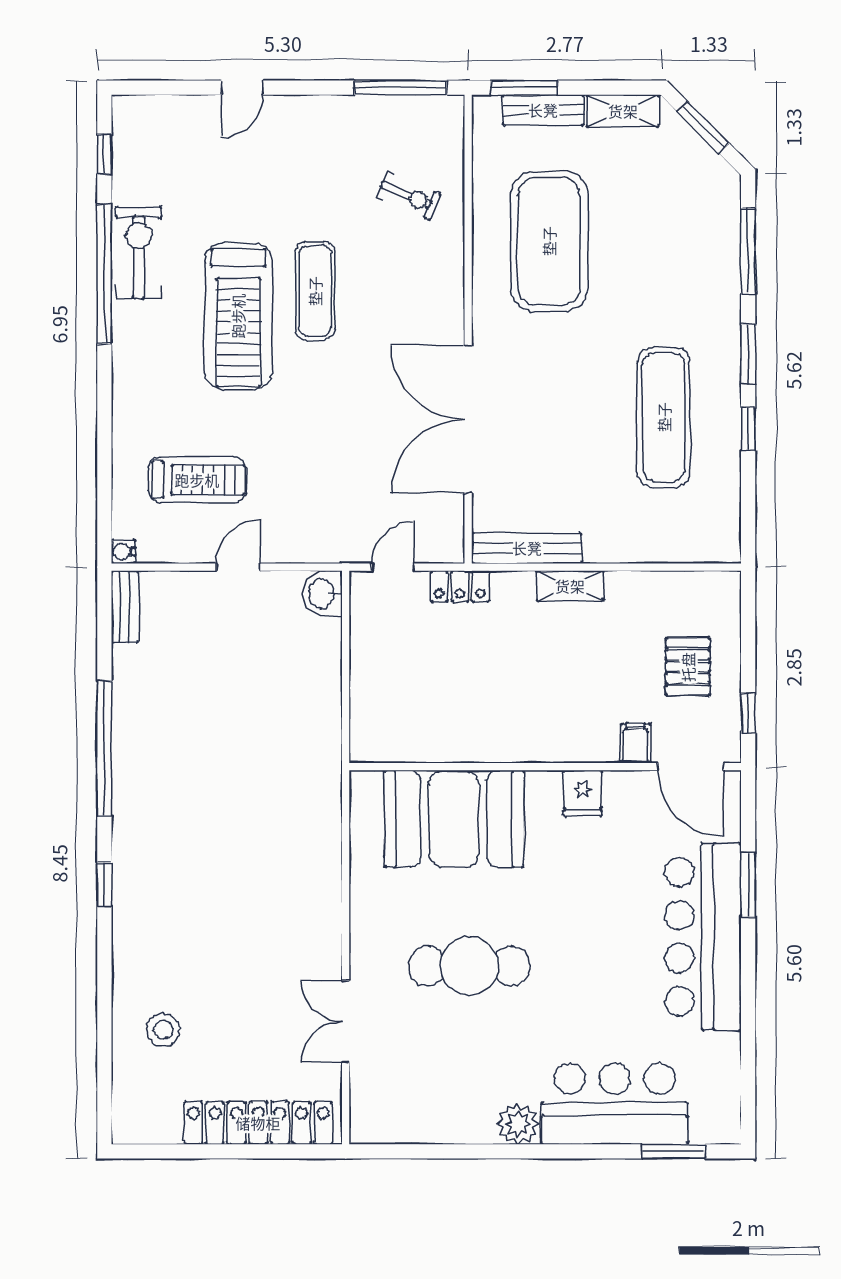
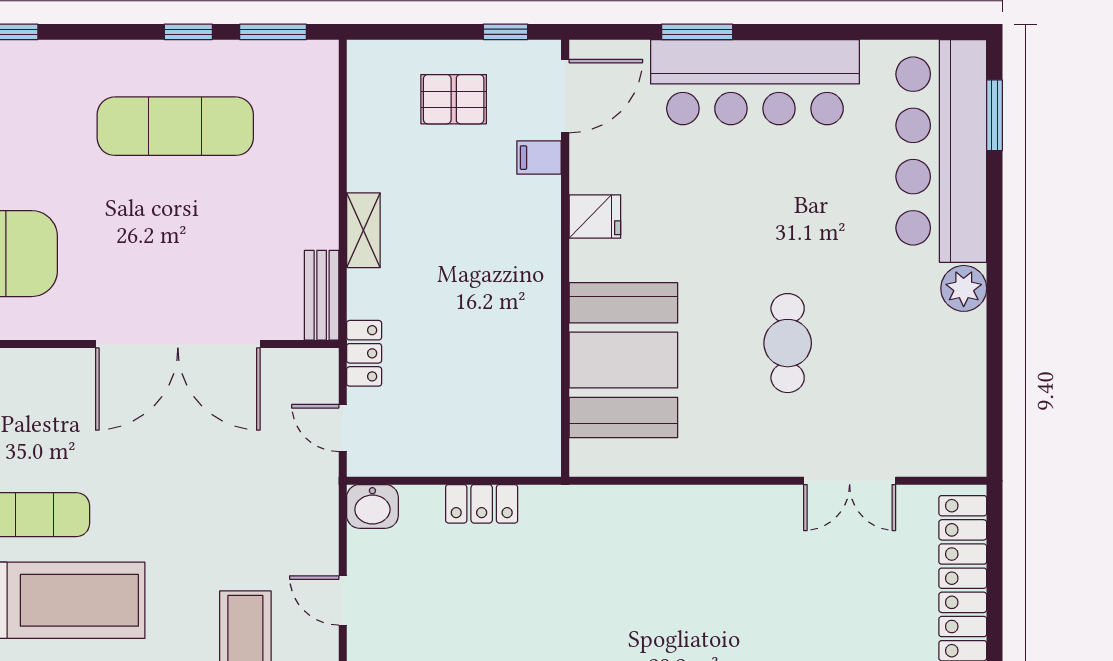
window: (748, 354) -> (273, 32), moved
bench: (527, 548) -> (322, 295), width x0.73
locker: (325, 692) -> (482, 504), added
cafe table: (469, 966) -> (788, 343), width x0.73, depth x0.74
bar counter: (615, 1104) -> (941, 151), width x1.36

